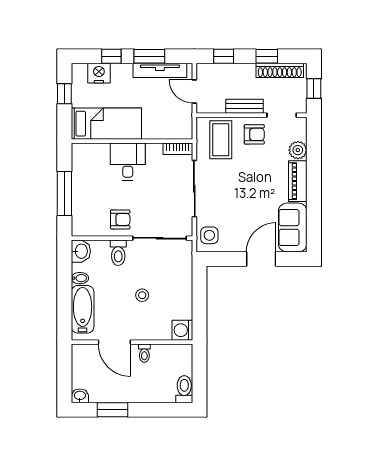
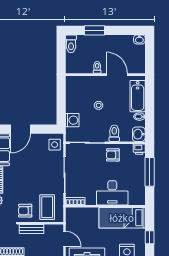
desk: (128, 162) -> (112, 193), width x1.37
printer: (80, 228) -> (139, 149), added
washing machine: (182, 330) -> (72, 120), moved
window: (112, 410) -> (95, 30), moved

